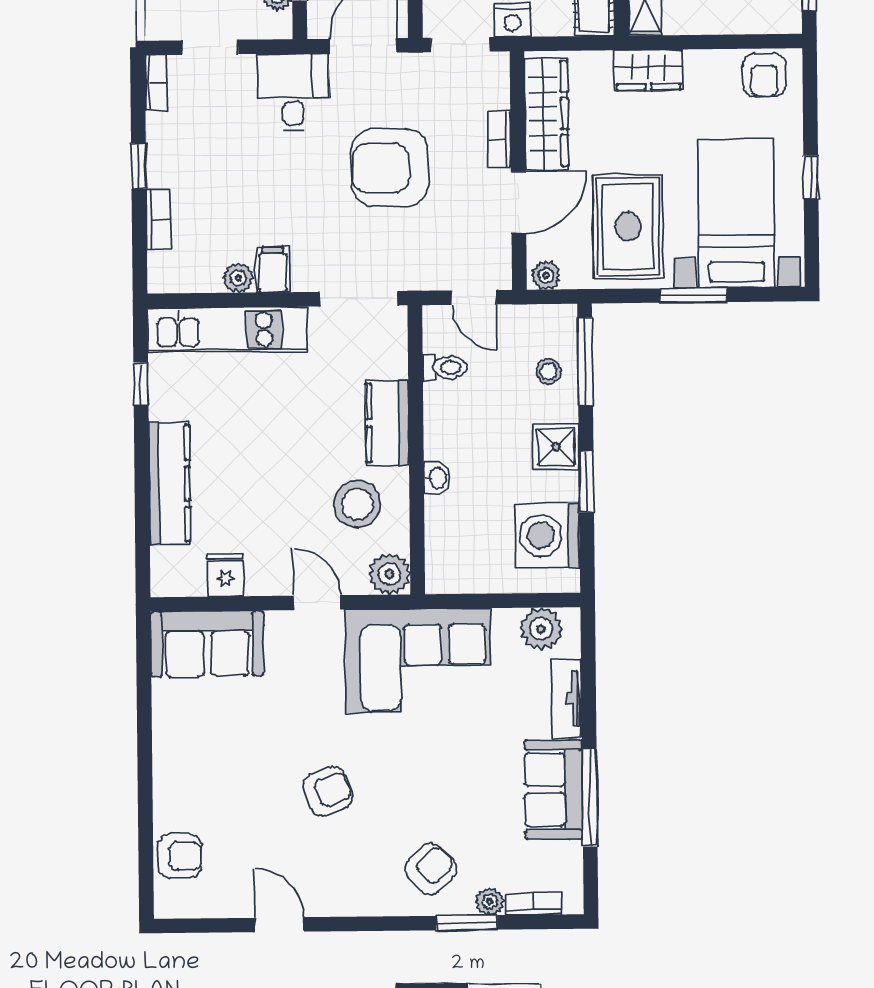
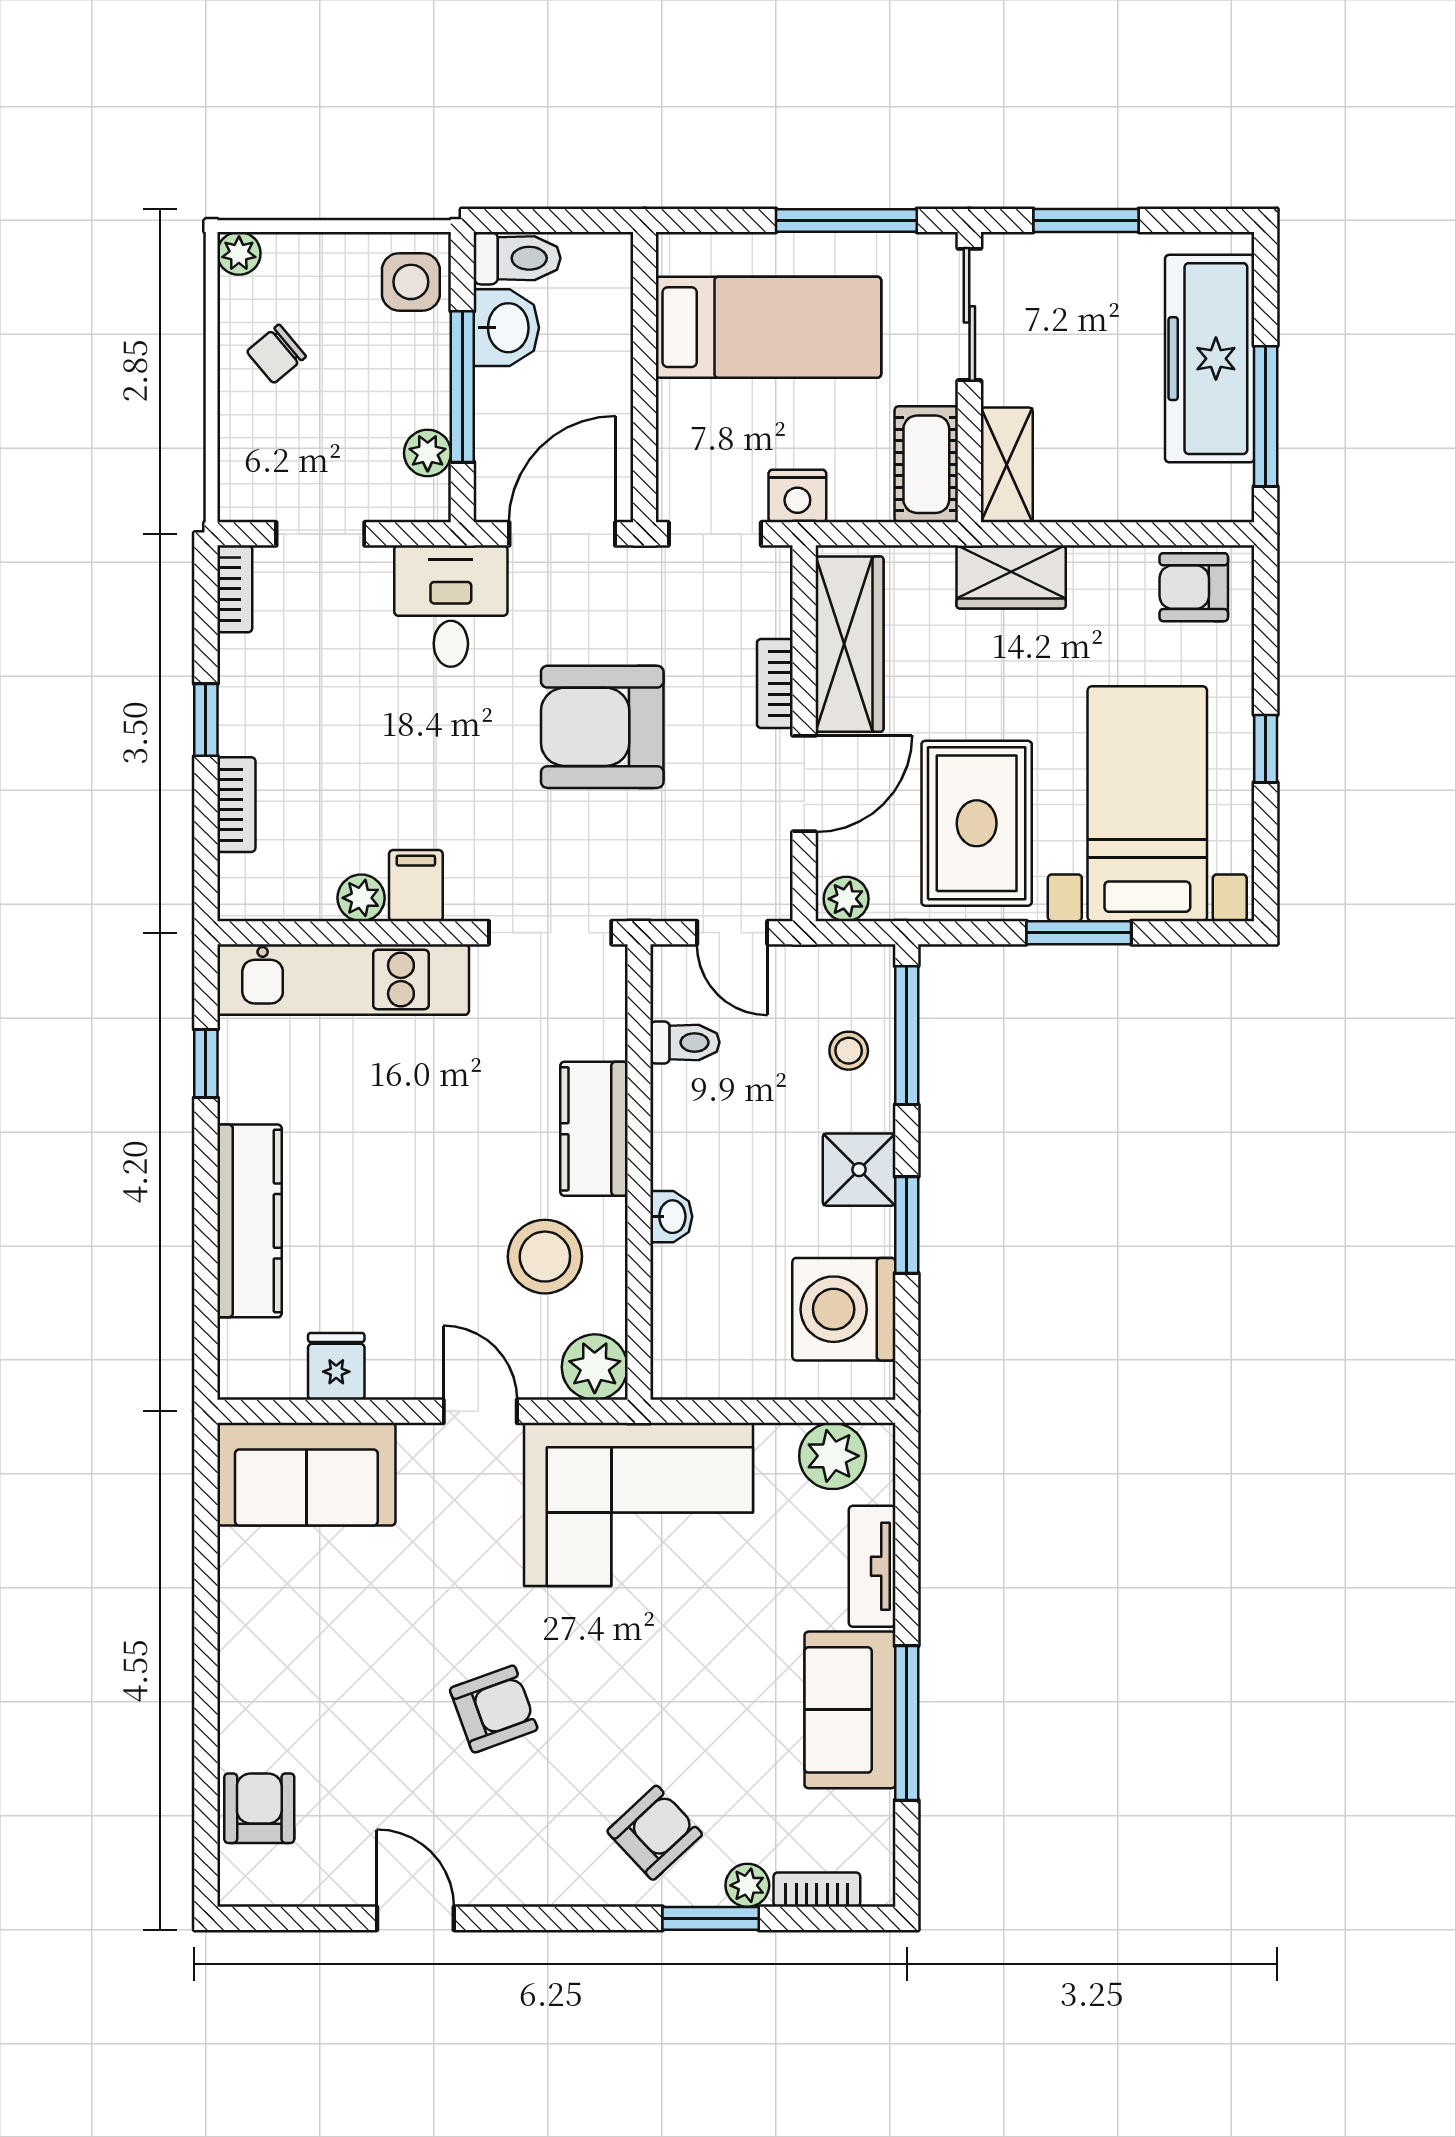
armchair: (764, 75) -> (1194, 587), turned 90
armchair: (180, 856) -> (259, 1808), turned -90

